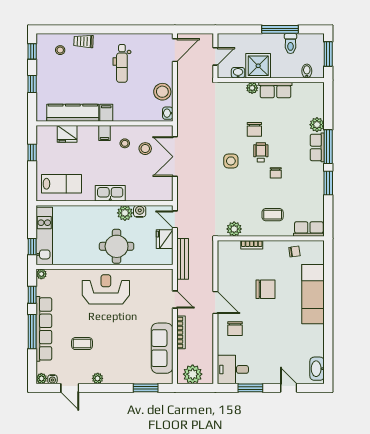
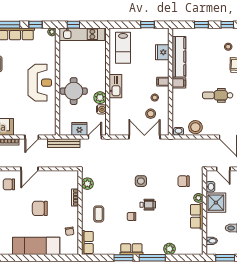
chair: (254, 129) -> (184, 181), moved
row of seats: (317, 147) -> (131, 249), moved
chair: (266, 289) -> (40, 208), turned 90

